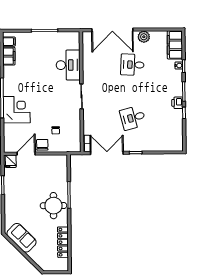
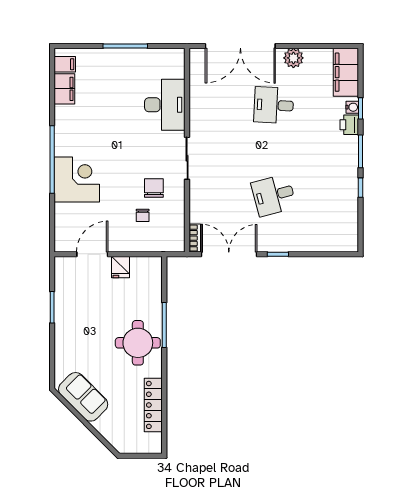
printer: (177, 103) -> (349, 125), moved
chair: (42, 145) -> (154, 188), moved
fridge: (11, 161) -> (121, 267), moved

